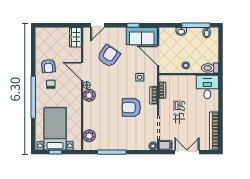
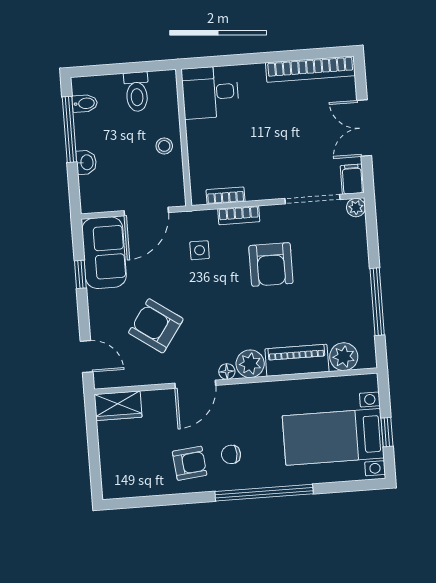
toilet: (210, 68) -> (137, 92), moved
piano: (89, 116) -> (297, 360), added

